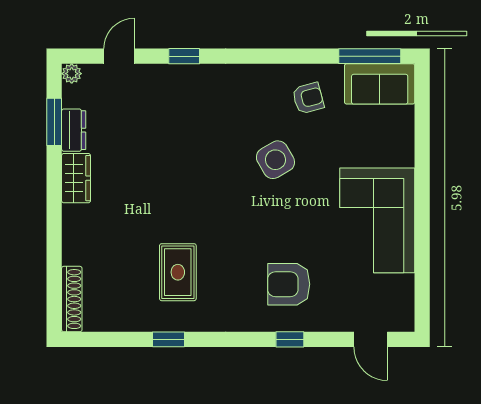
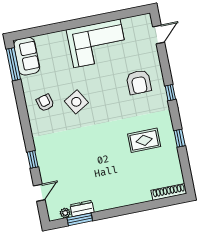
door: (119, 56) -> (39, 193), swing flipped
plant: (72, 74) -> (65, 213), moved
armchair: (308, 98) -> (45, 103), moved
wardrobe: (76, 178) -> (106, 202), removed
window: (290, 339) -> (170, 93), moved

